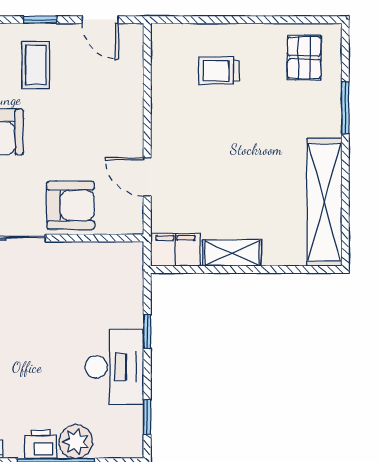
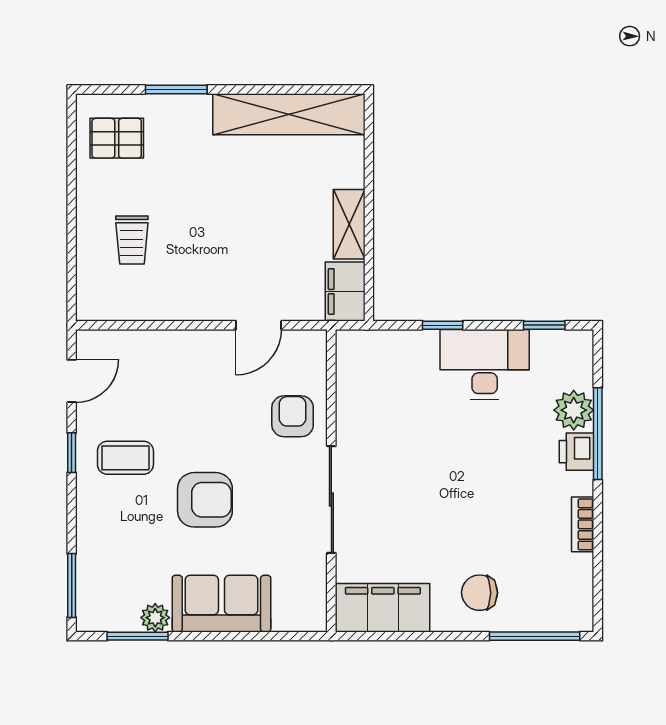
armchair: (71, 205) -> (293, 416), width x0.72, depth x0.72

